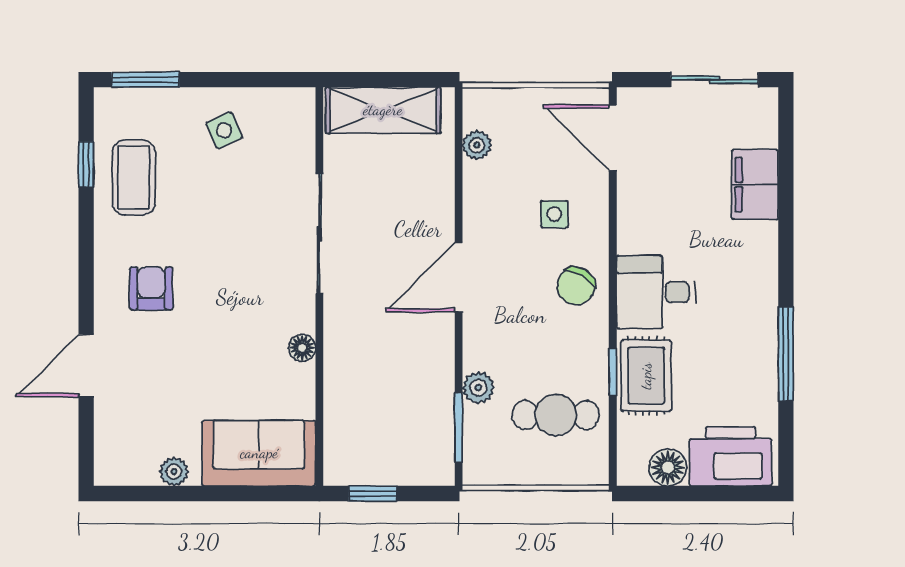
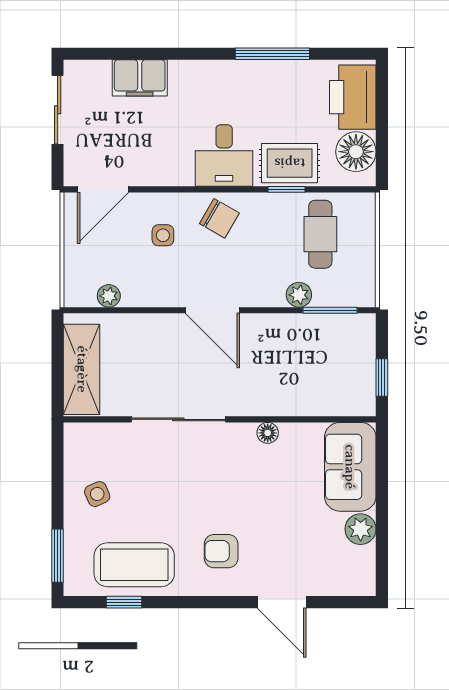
coffee table: (134, 177) -> (134, 565), width x1.36, depth x1.32
floor lamp: (668, 467) -> (356, 152), width x1.38, depth x1.38
plant: (174, 472) -> (361, 529), width x1.38, depth x1.38

